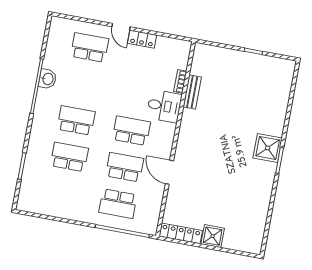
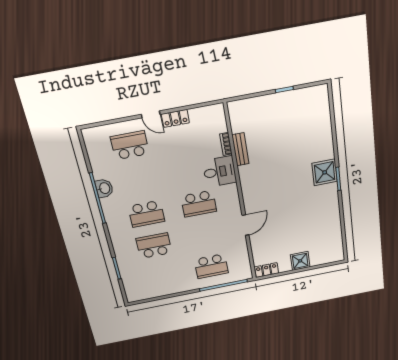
school desk: (76, 120) -> (146, 214), turned 180
school desk: (131, 131) -> (199, 204), turned 180
school desk: (125, 167) -> (205, 236), removed
door: (169, 172) -> (245, 225), swing flipped
locker: (181, 233) -> (267, 270), width x0.66

